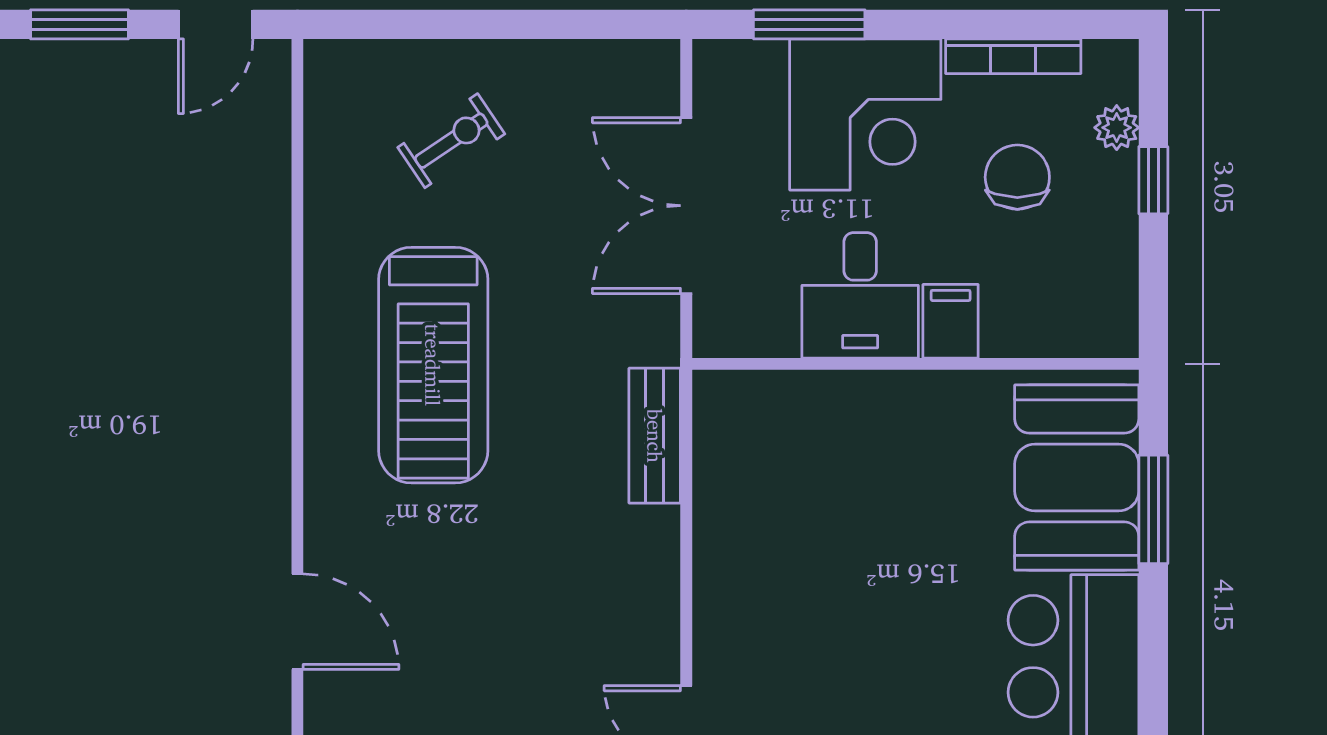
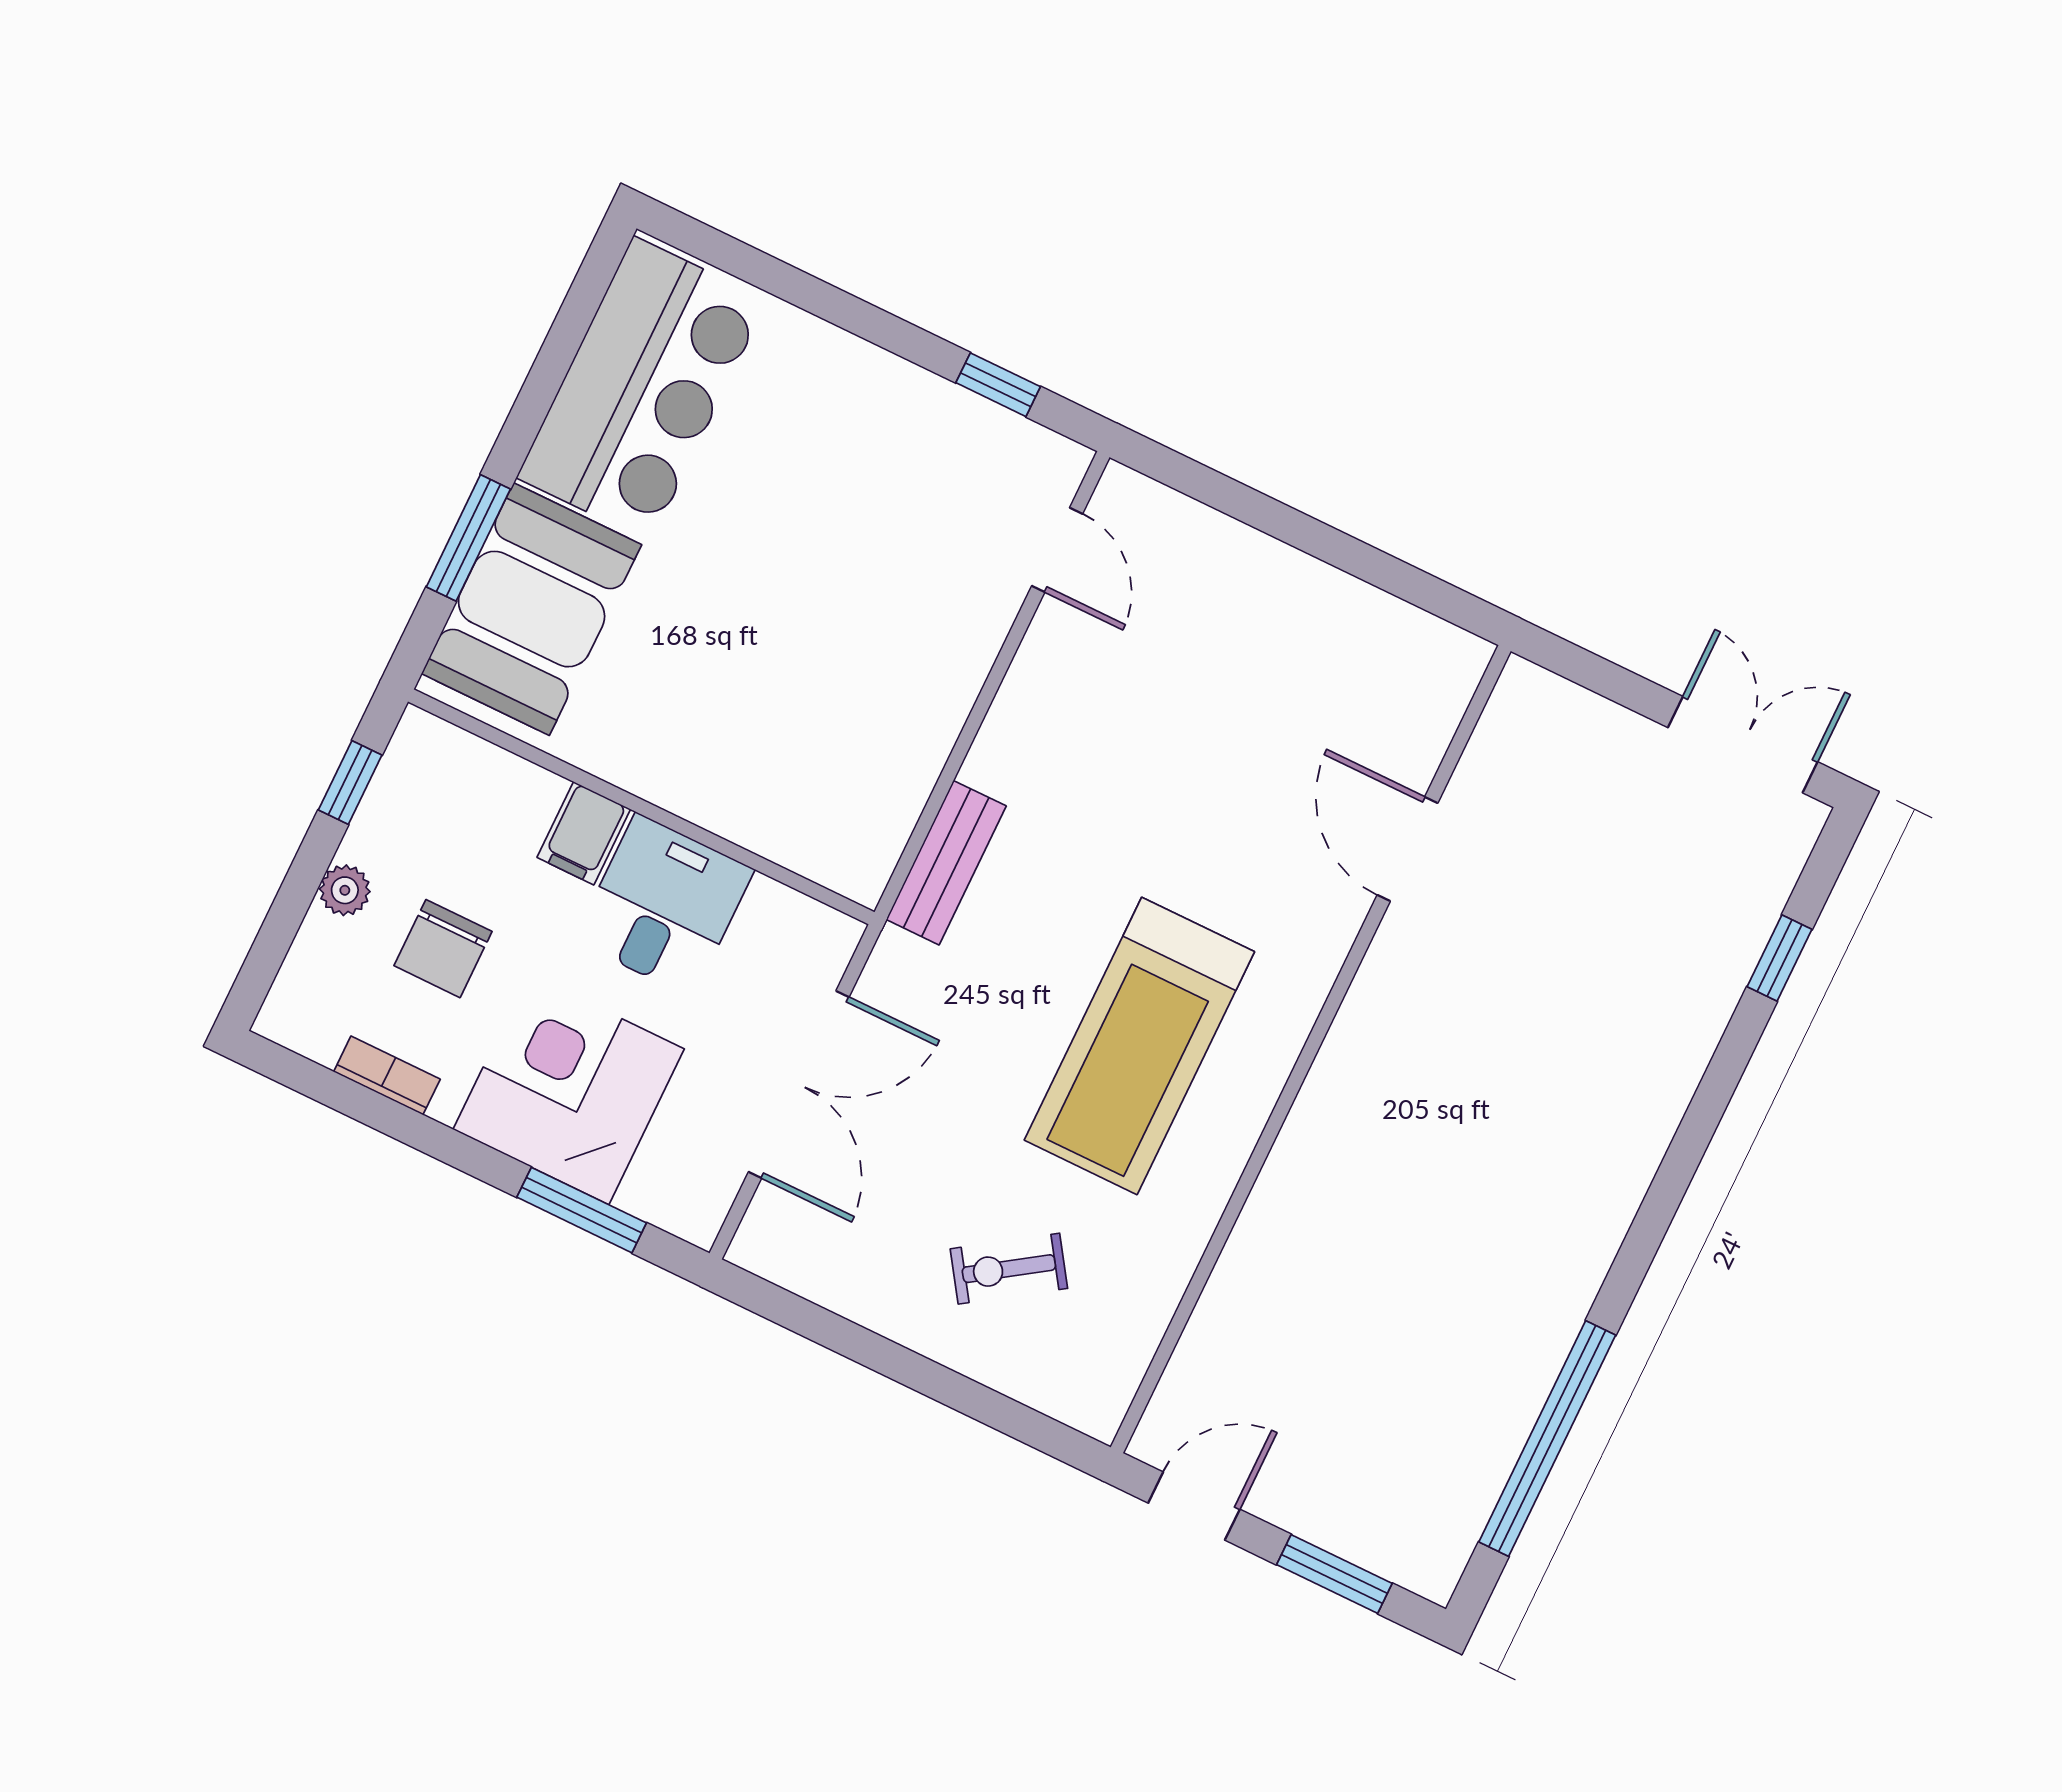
bookcase: (1013, 56) -> (387, 1075), width x0.64
plant: (1117, 128) -> (345, 890), moved
window: (1153, 180) -> (350, 782), moved
treadmill: (433, 365) -> (1139, 1046), turned 180

